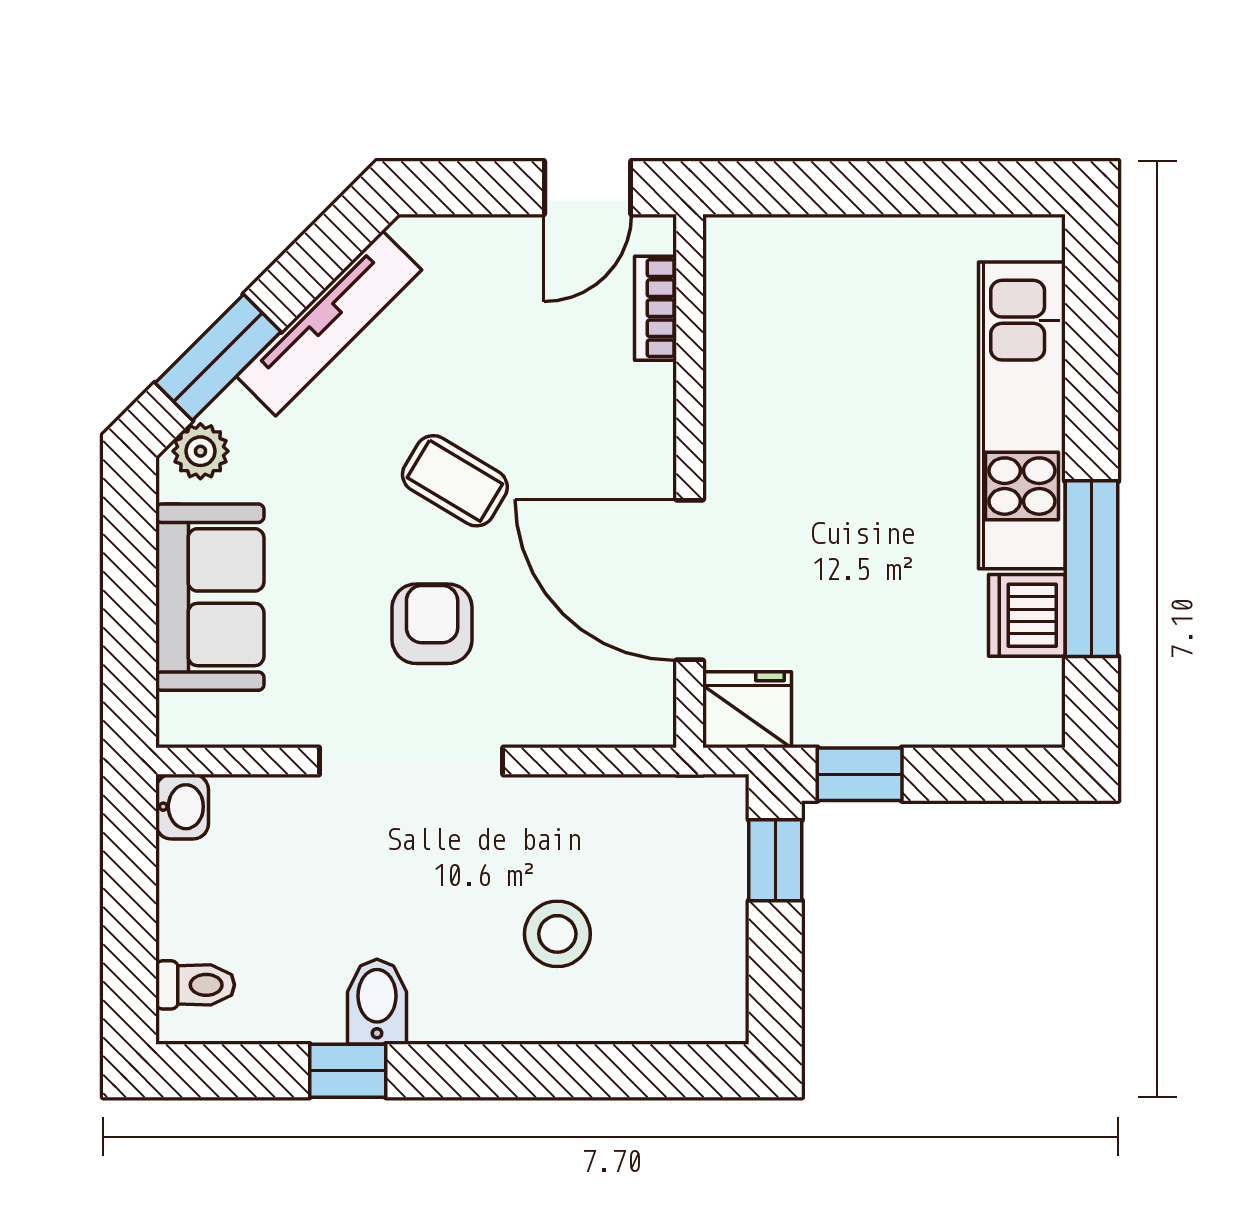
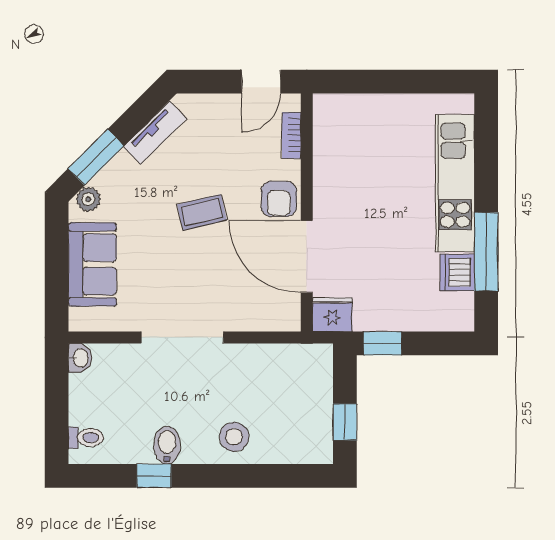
tv unit: (329, 323) -> (155, 133), width x0.71
coffee table: (455, 481) -> (202, 212), turned -44
armchair: (432, 624) -> (279, 199), moved, turned 180
window: (775, 860) -> (345, 422), moved
stool: (557, 934) -> (234, 437), moved

